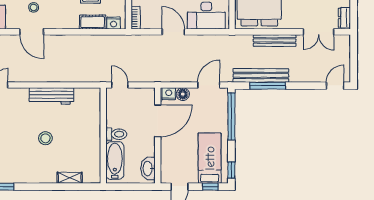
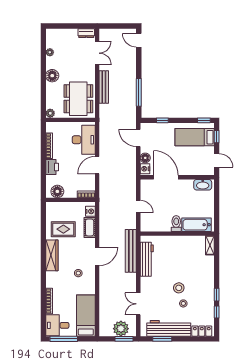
door: (32, 32) -> (97, 256), moved
bench: (261, 75) -> (131, 251), moved
door: (120, 85) -> (138, 206), swing flipped
window: (231, 116) -> (162, 120), width x0.32
toilet: (116, 134) -> (176, 224), moved
wall: (103, 135) -> (177, 234), moved
stool: (45, 138) -> (179, 288), moved
bathtub: (115, 161) -> (197, 225), moved

